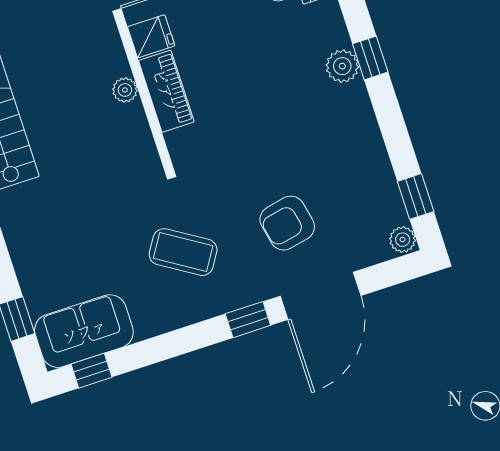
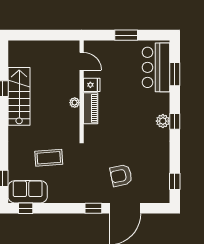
plant: (403, 240) -> (164, 197), removed
coffee table: (183, 252) -> (49, 158), moved, turned -36

